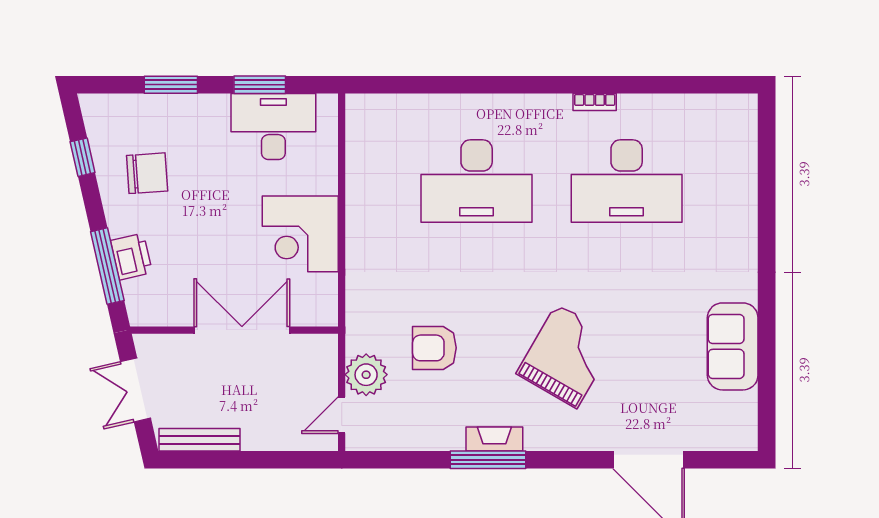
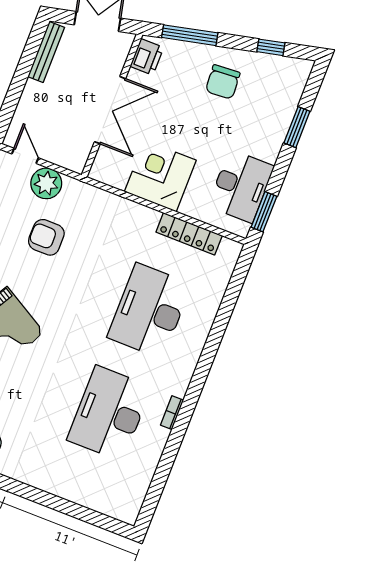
window: (260, 85) -> (264, 212), moved
locker: (359, 169) -> (189, 234), added
chair: (147, 173) -> (223, 82), moved
printer: (131, 257) -> (147, 57), moved, turned -77
armchair: (434, 348) -> (46, 237), turned -90

